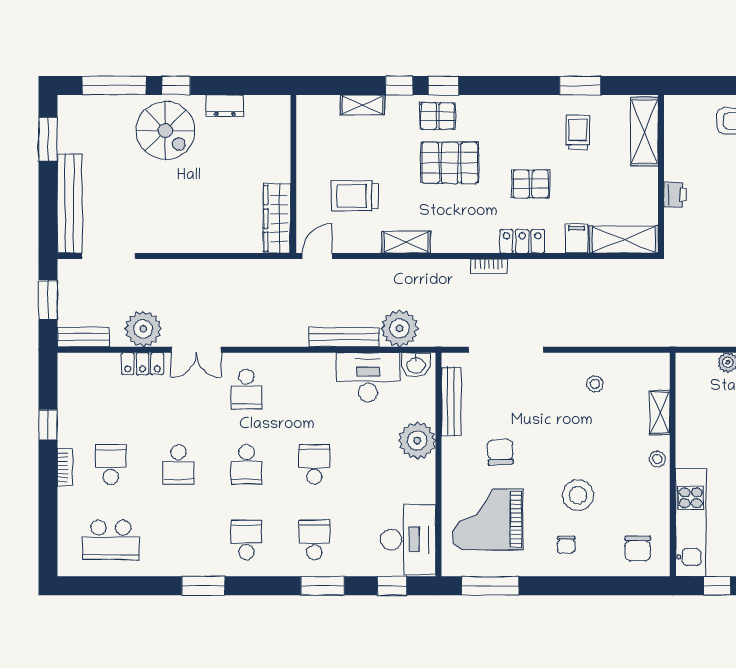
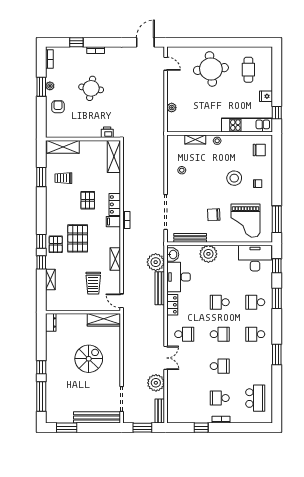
dresser: (225, 106) -> (51, 322), moved
spiral stairs: (165, 131) -> (89, 359), moved
printer: (675, 195) -> (107, 132), moved
filing cabinet: (577, 238) -> (113, 222), moved
locker: (142, 364) -> (172, 305), moved

